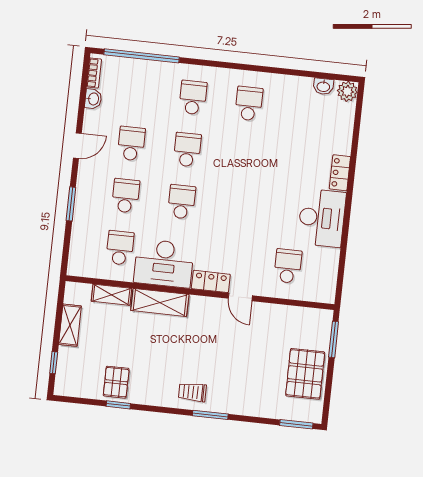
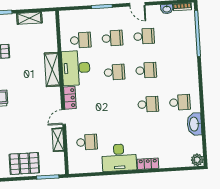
washbasin: (323, 86) -> (194, 124), moved, width x1.91, depth x1.45
school desk: (193, 98) -> (148, 104), moved
shelving: (111, 295) -> (58, 140), moved

